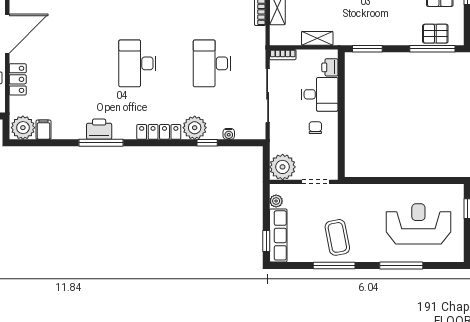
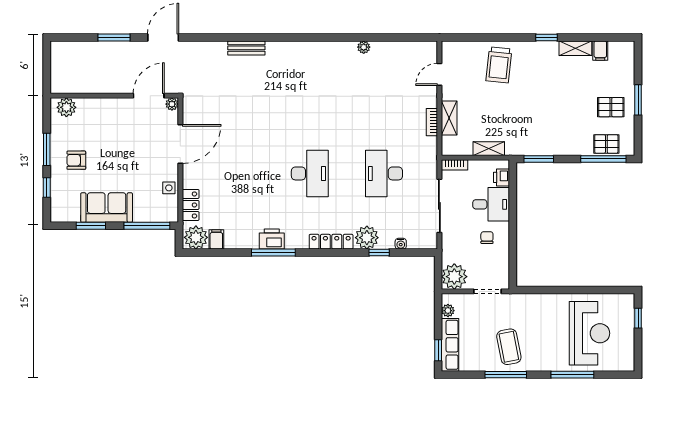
desk: (137, 63) -> (310, 173), turned 180
locker: (18, 79) -> (191, 205), moved
reception desk: (418, 224) -> (590, 333), turned 90

